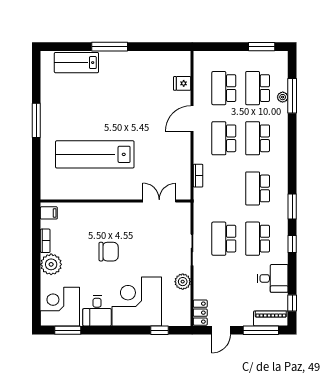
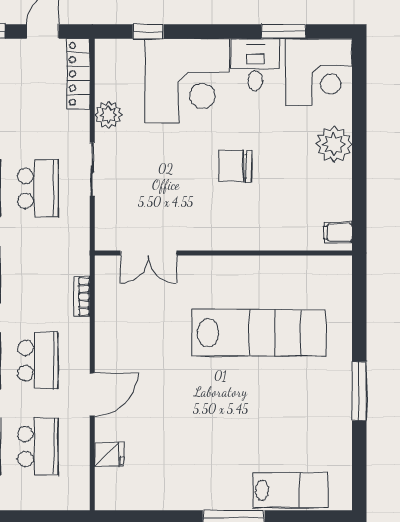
bookcase: (45, 241) -> (344, 185), removed
locker: (200, 313) -> (78, 74), width x1.53
window: (68, 330) -> (284, 31), moved

